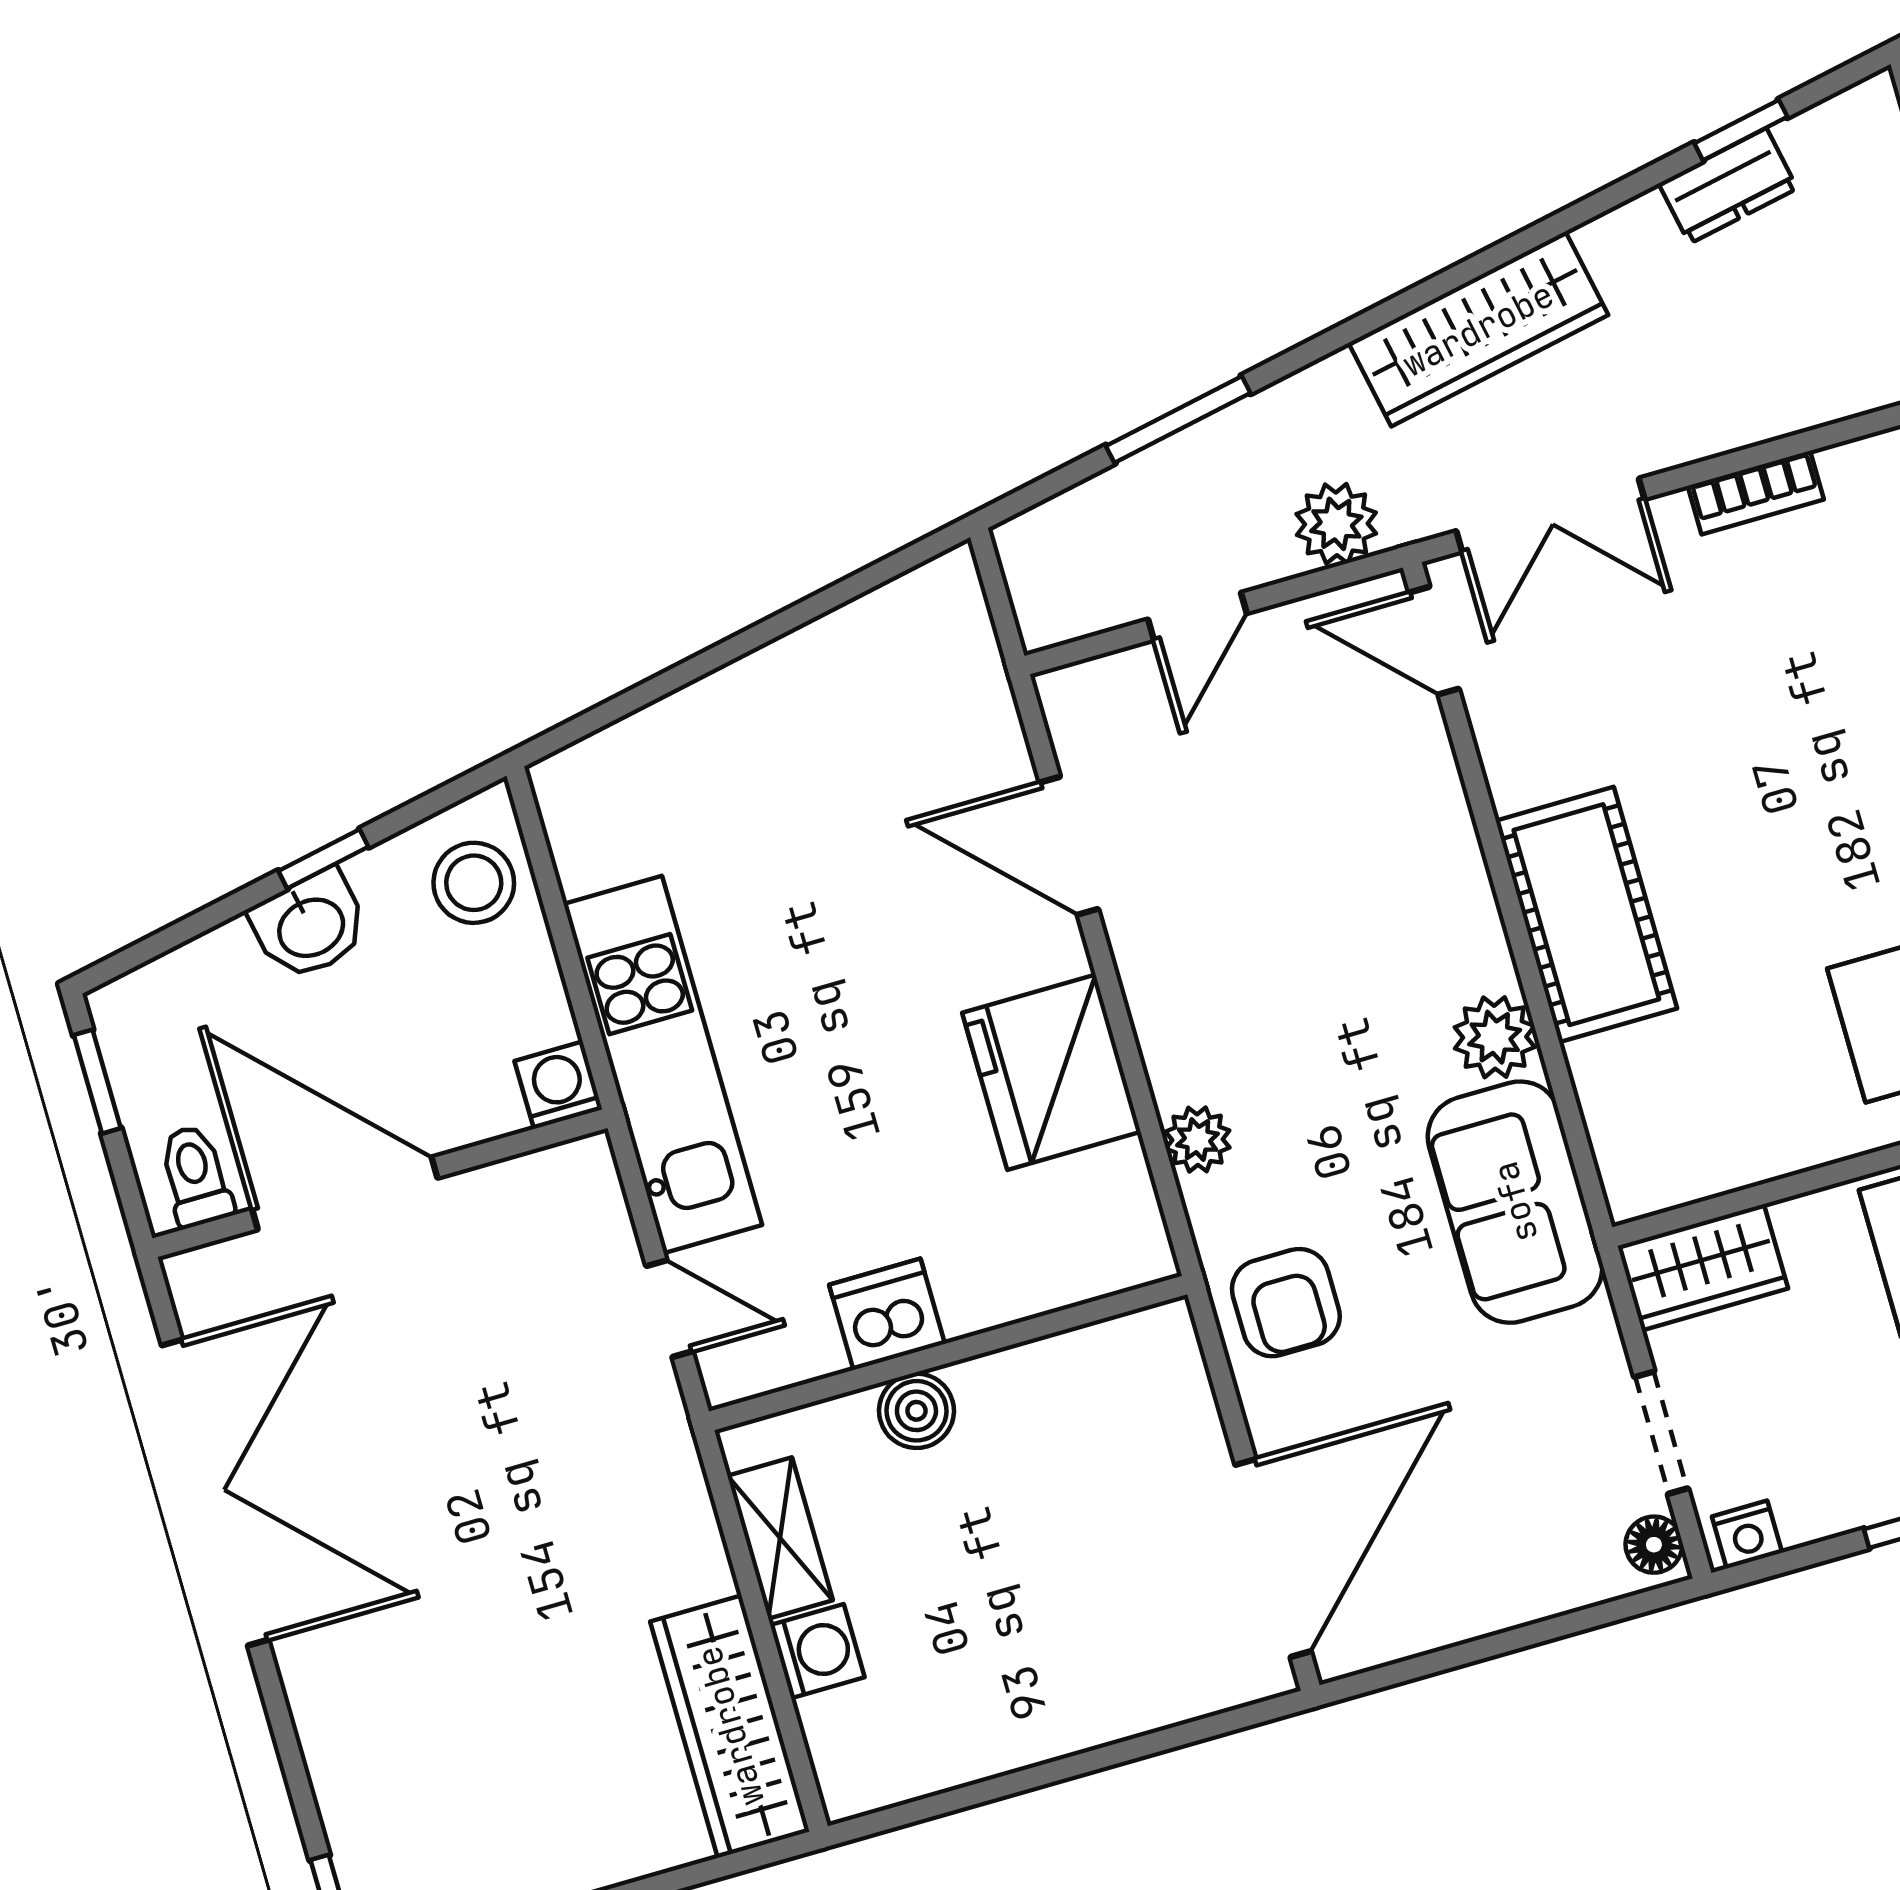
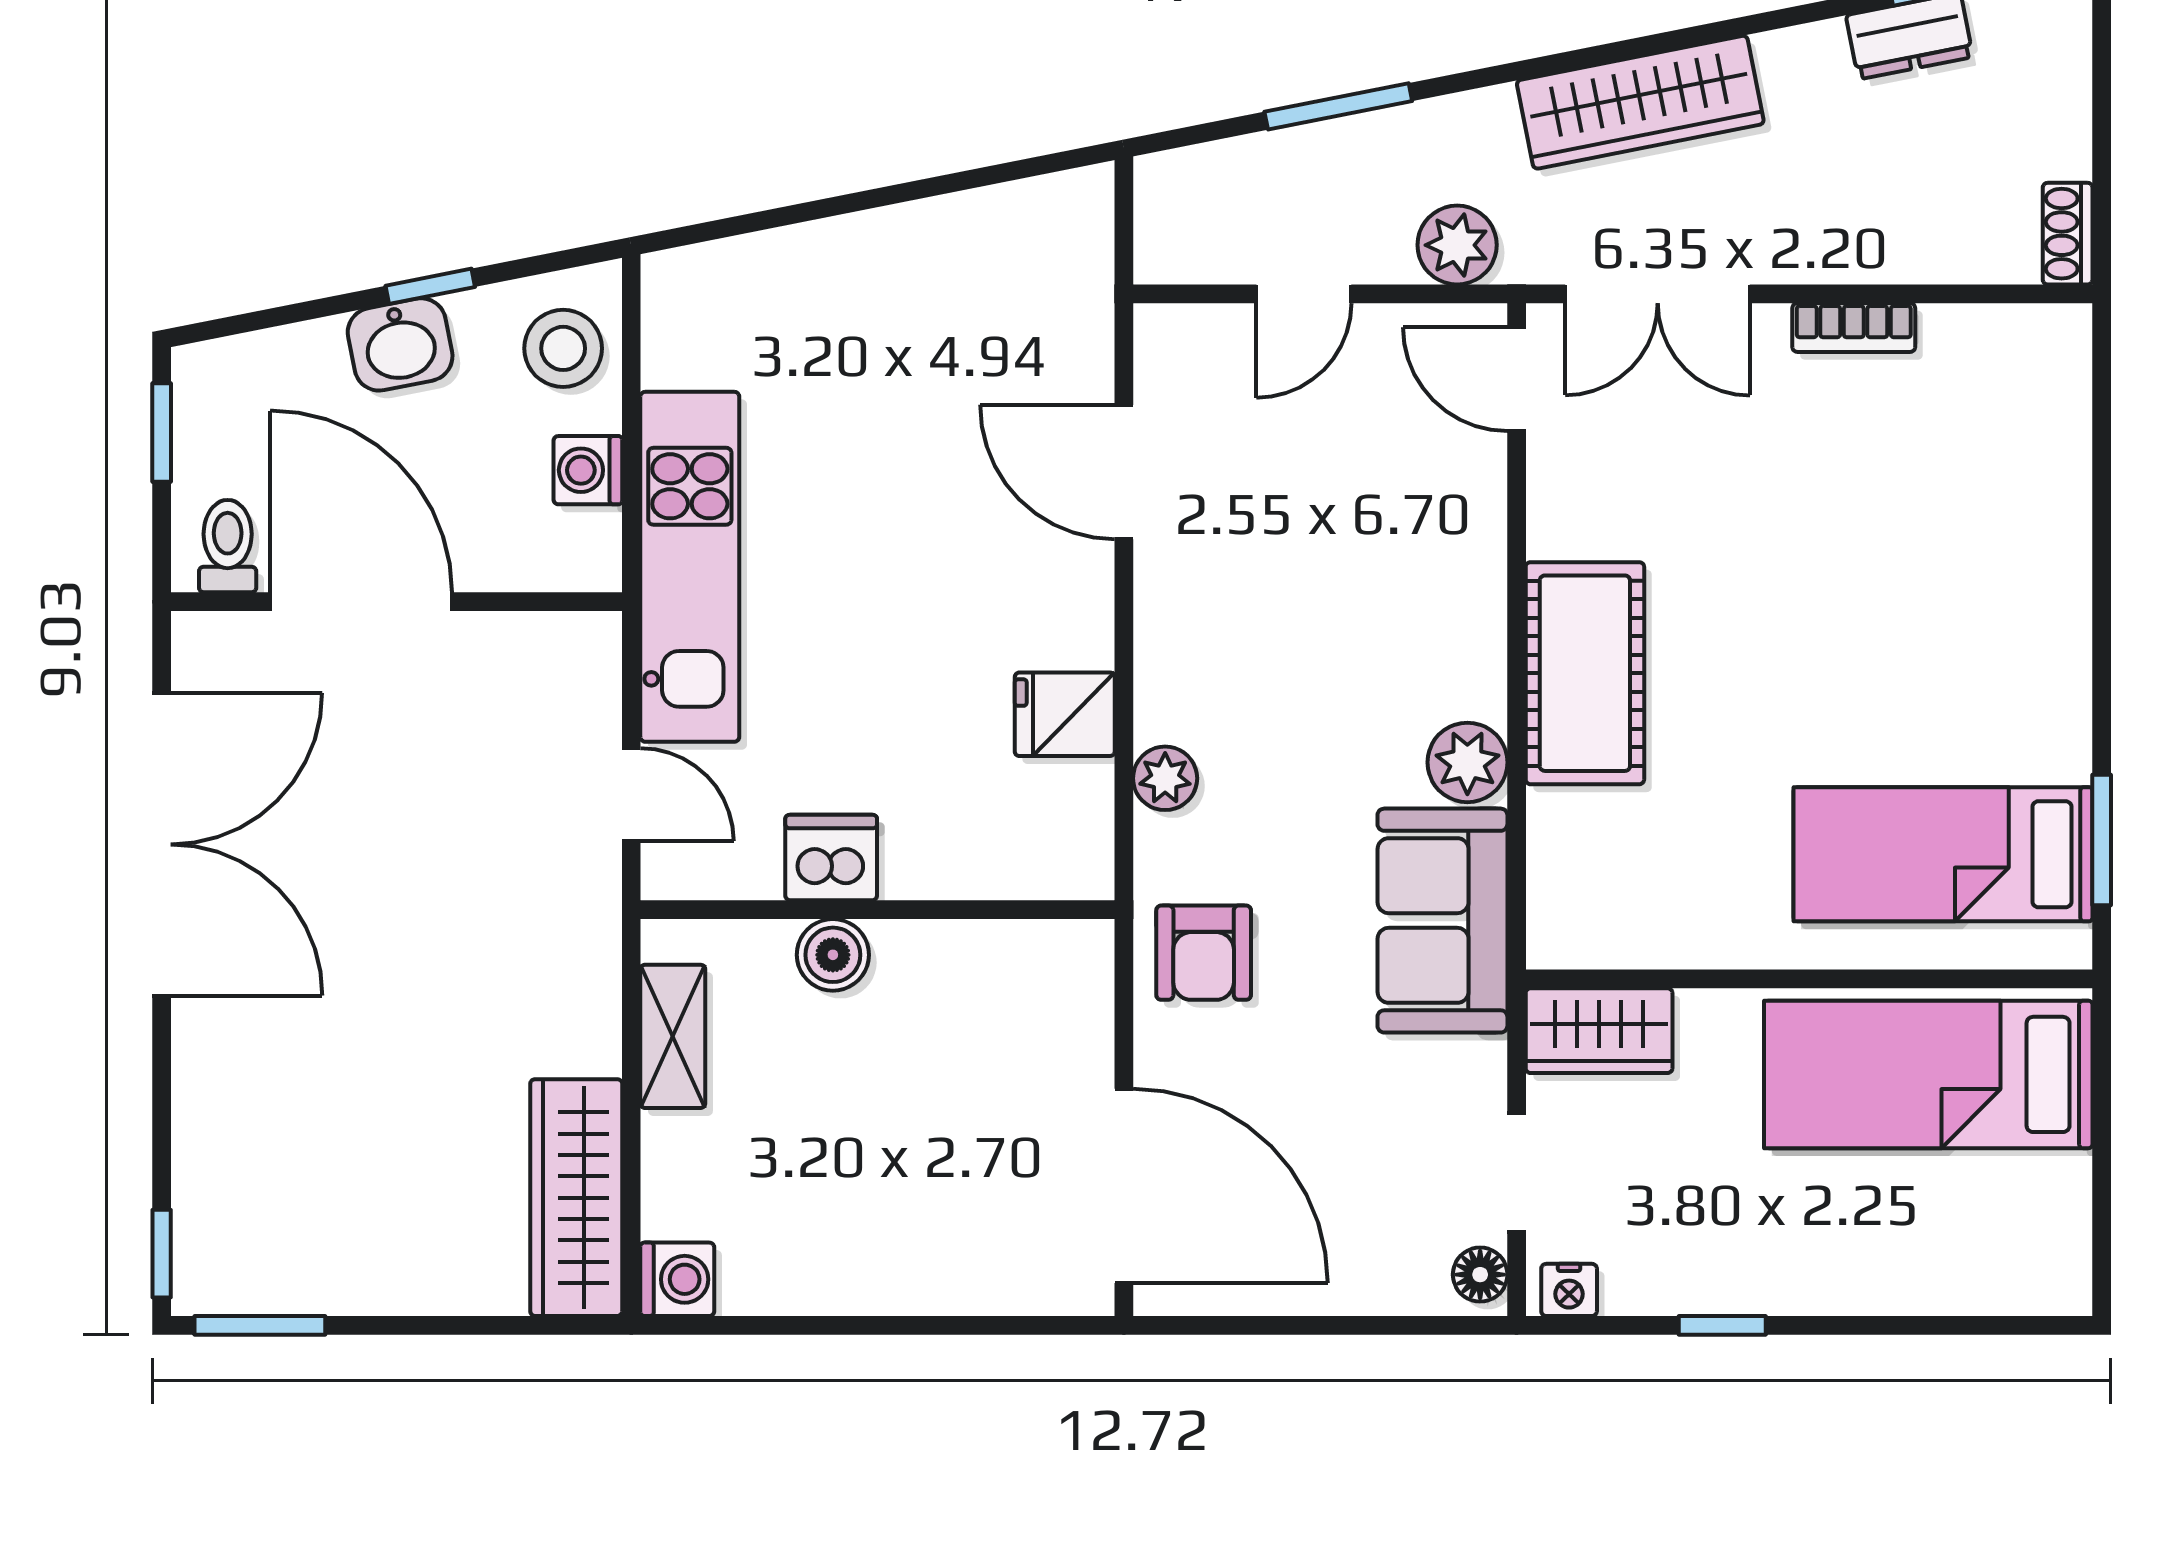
fridge: (1052, 1072) -> (1065, 714), width x0.53, depth x0.75
washing machine: (558, 1085) -> (588, 470), moved, turned -90
door: (1273, 1558) -> (1124, 1186), hinge flipped
washing machine: (817, 1651) -> (677, 1279), moved

